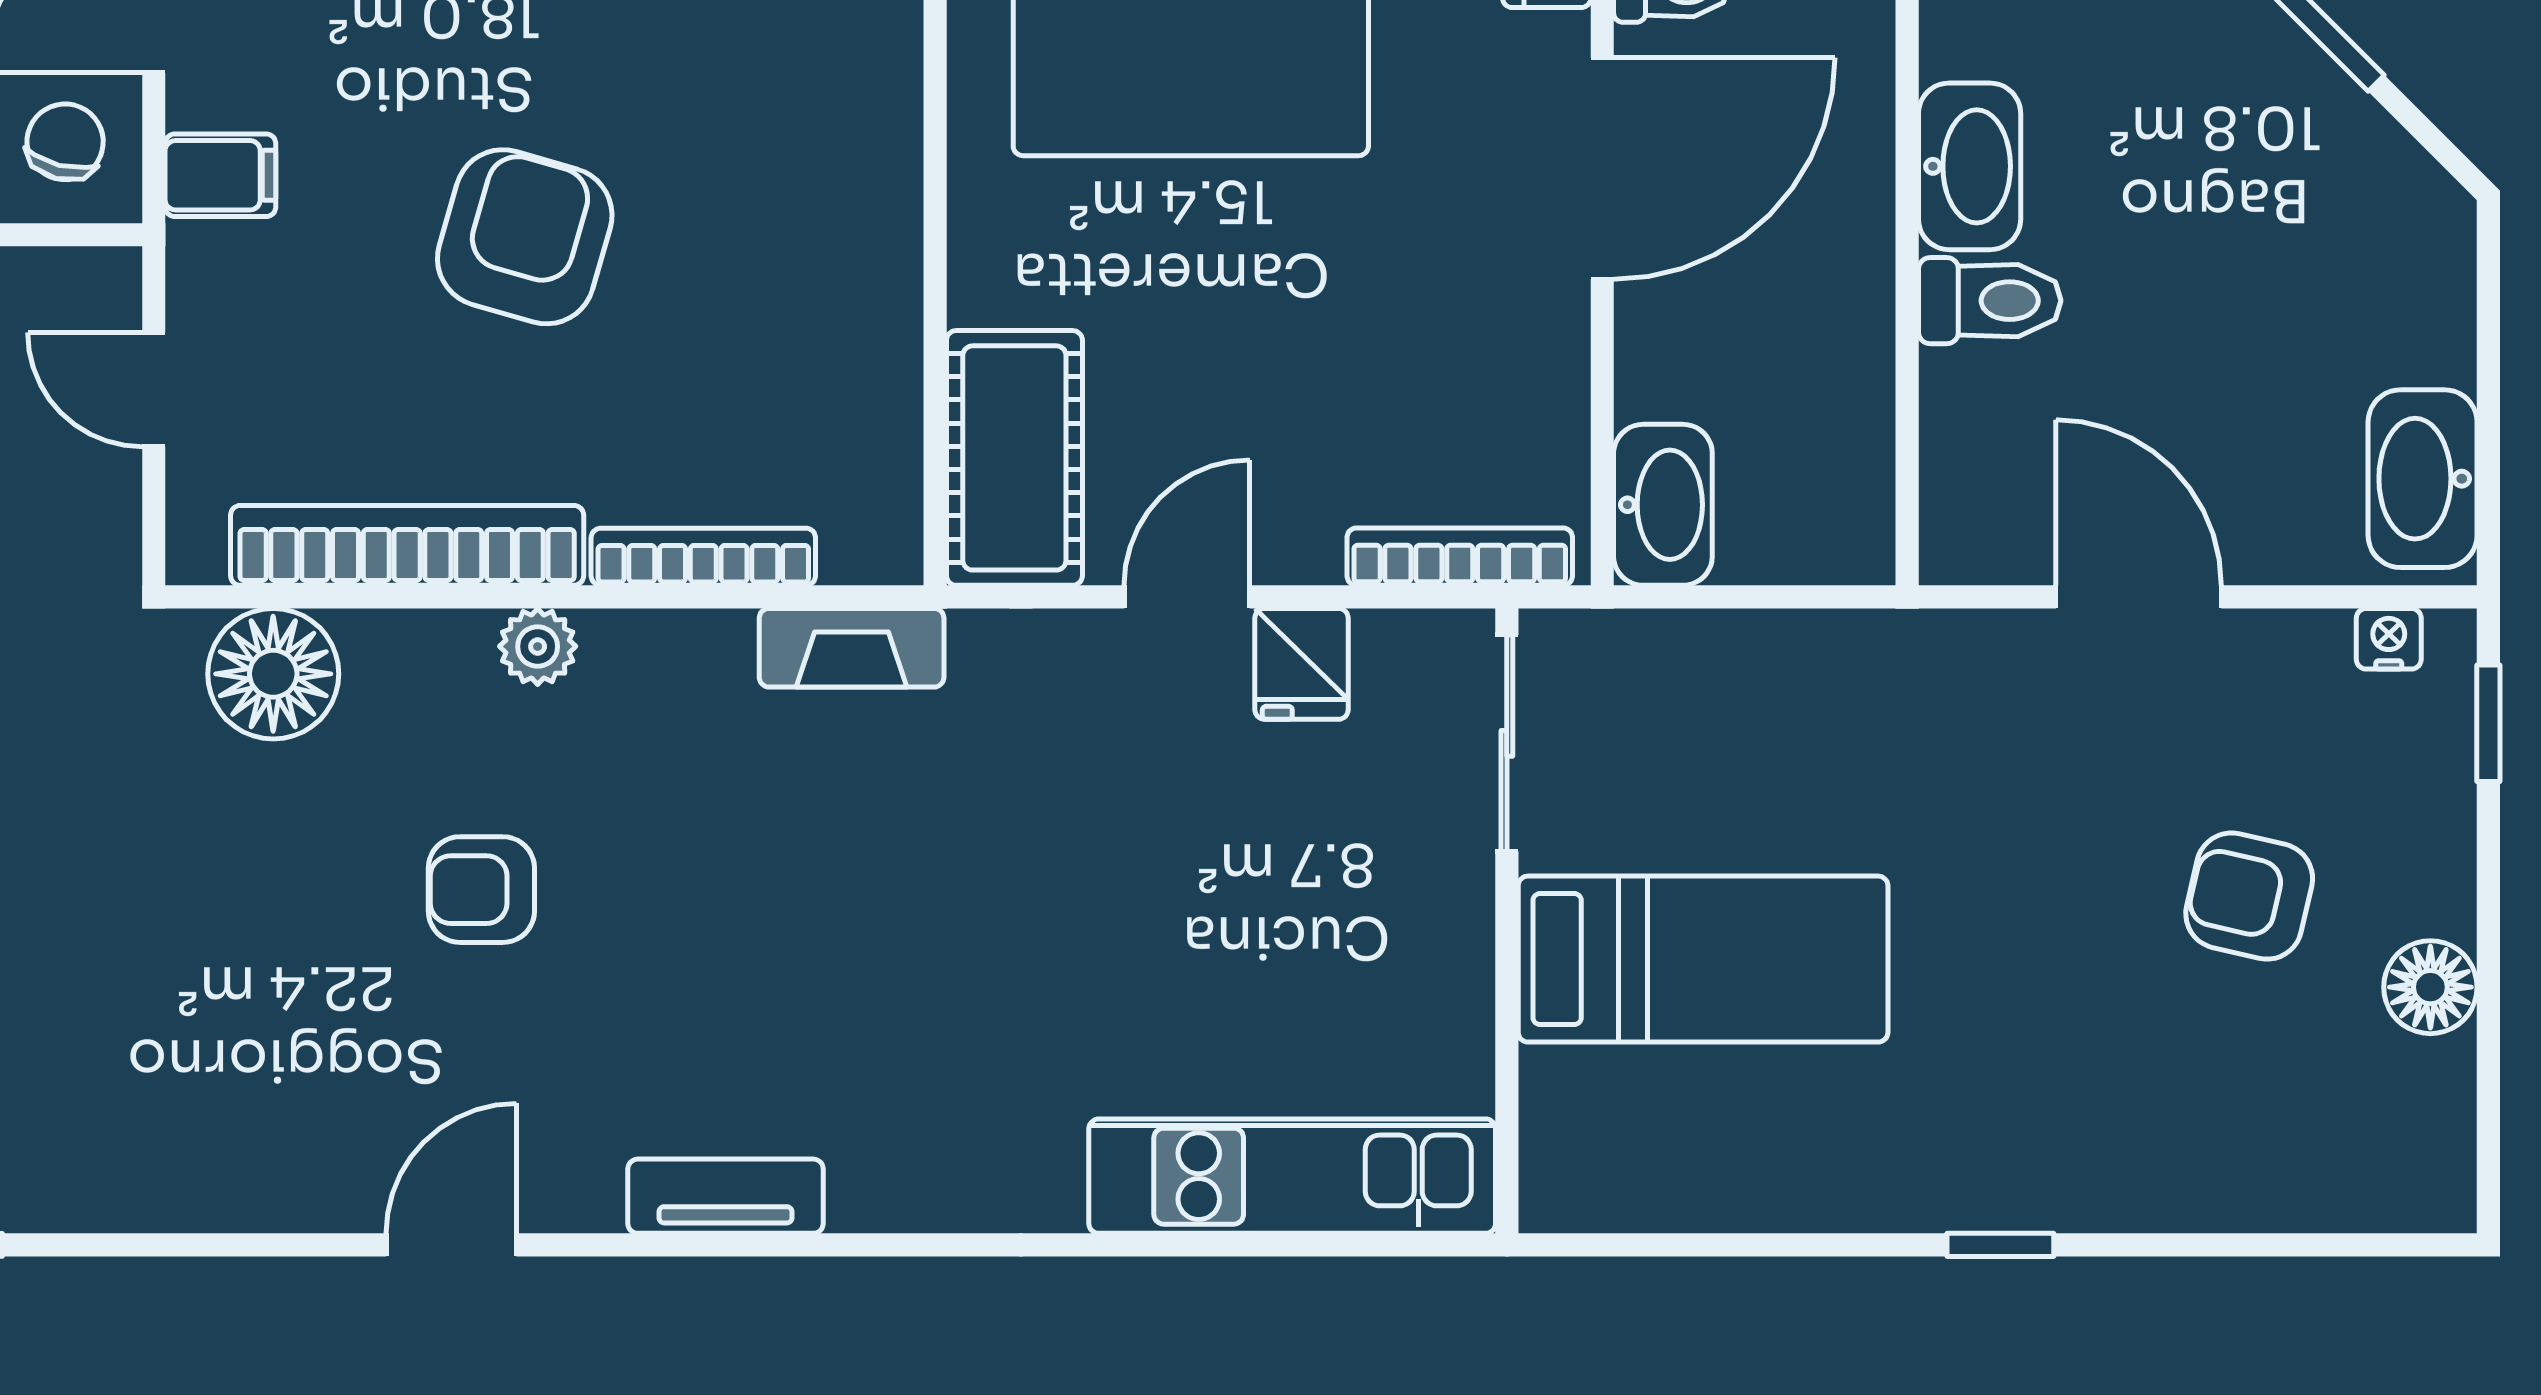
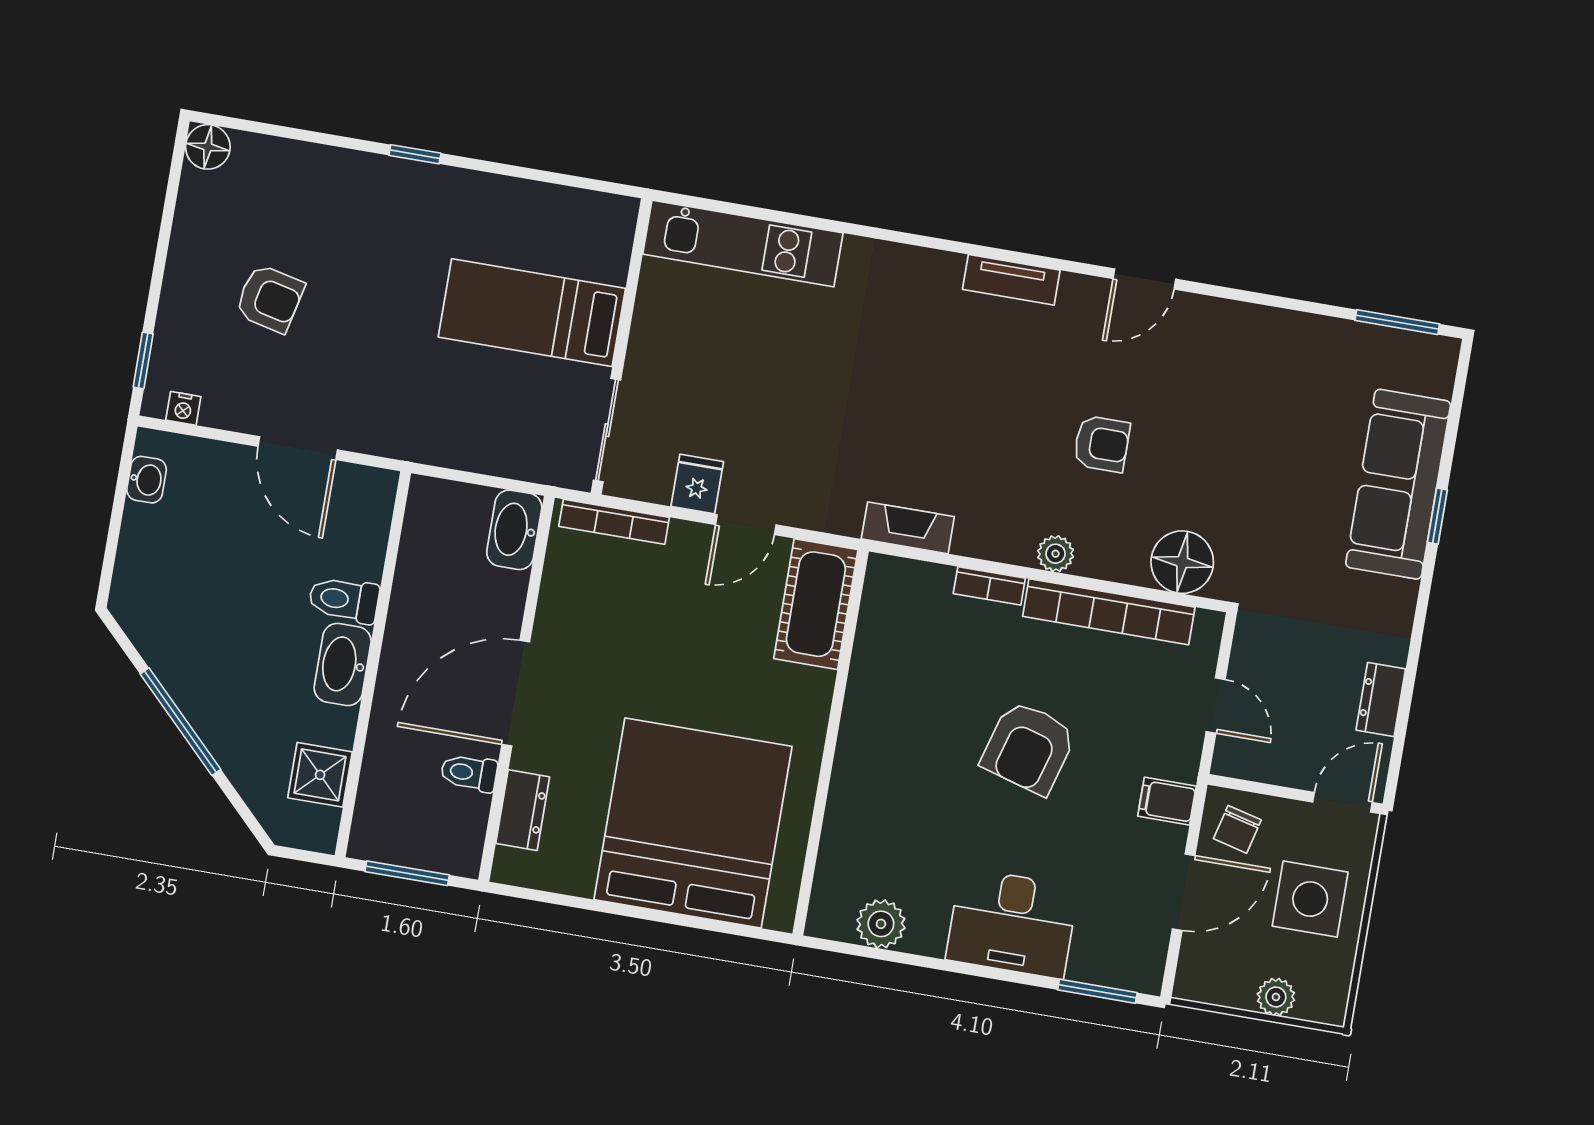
washbasin: (2423, 479) -> (147, 480), width x0.52, depth x0.69
bookcase: (703, 557) -> (989, 586), width x0.64
floor lamp: (2430, 987) -> (208, 147), moved

